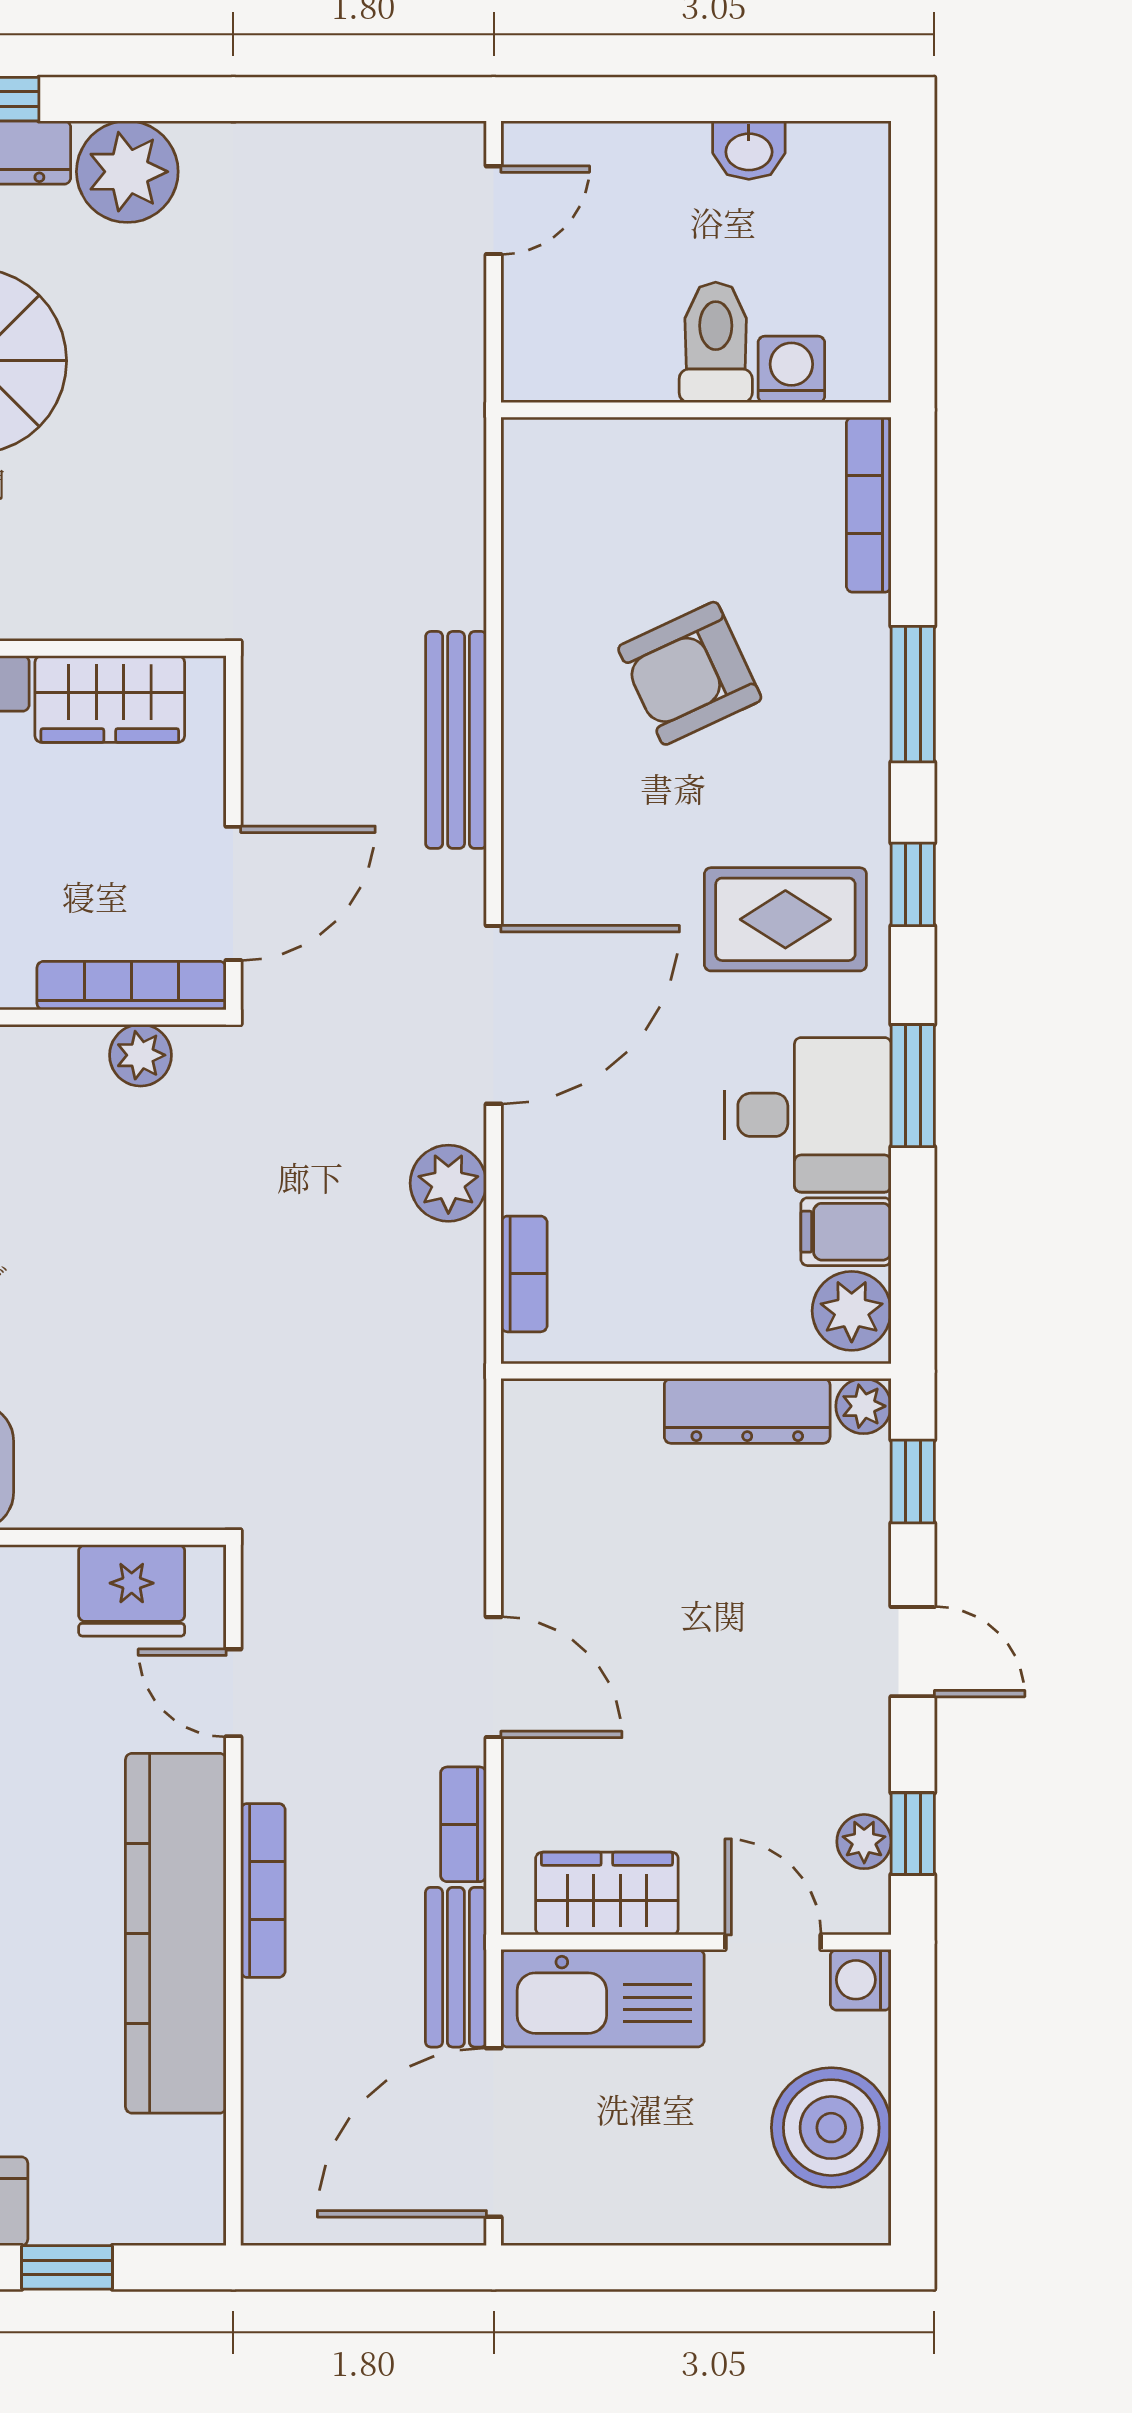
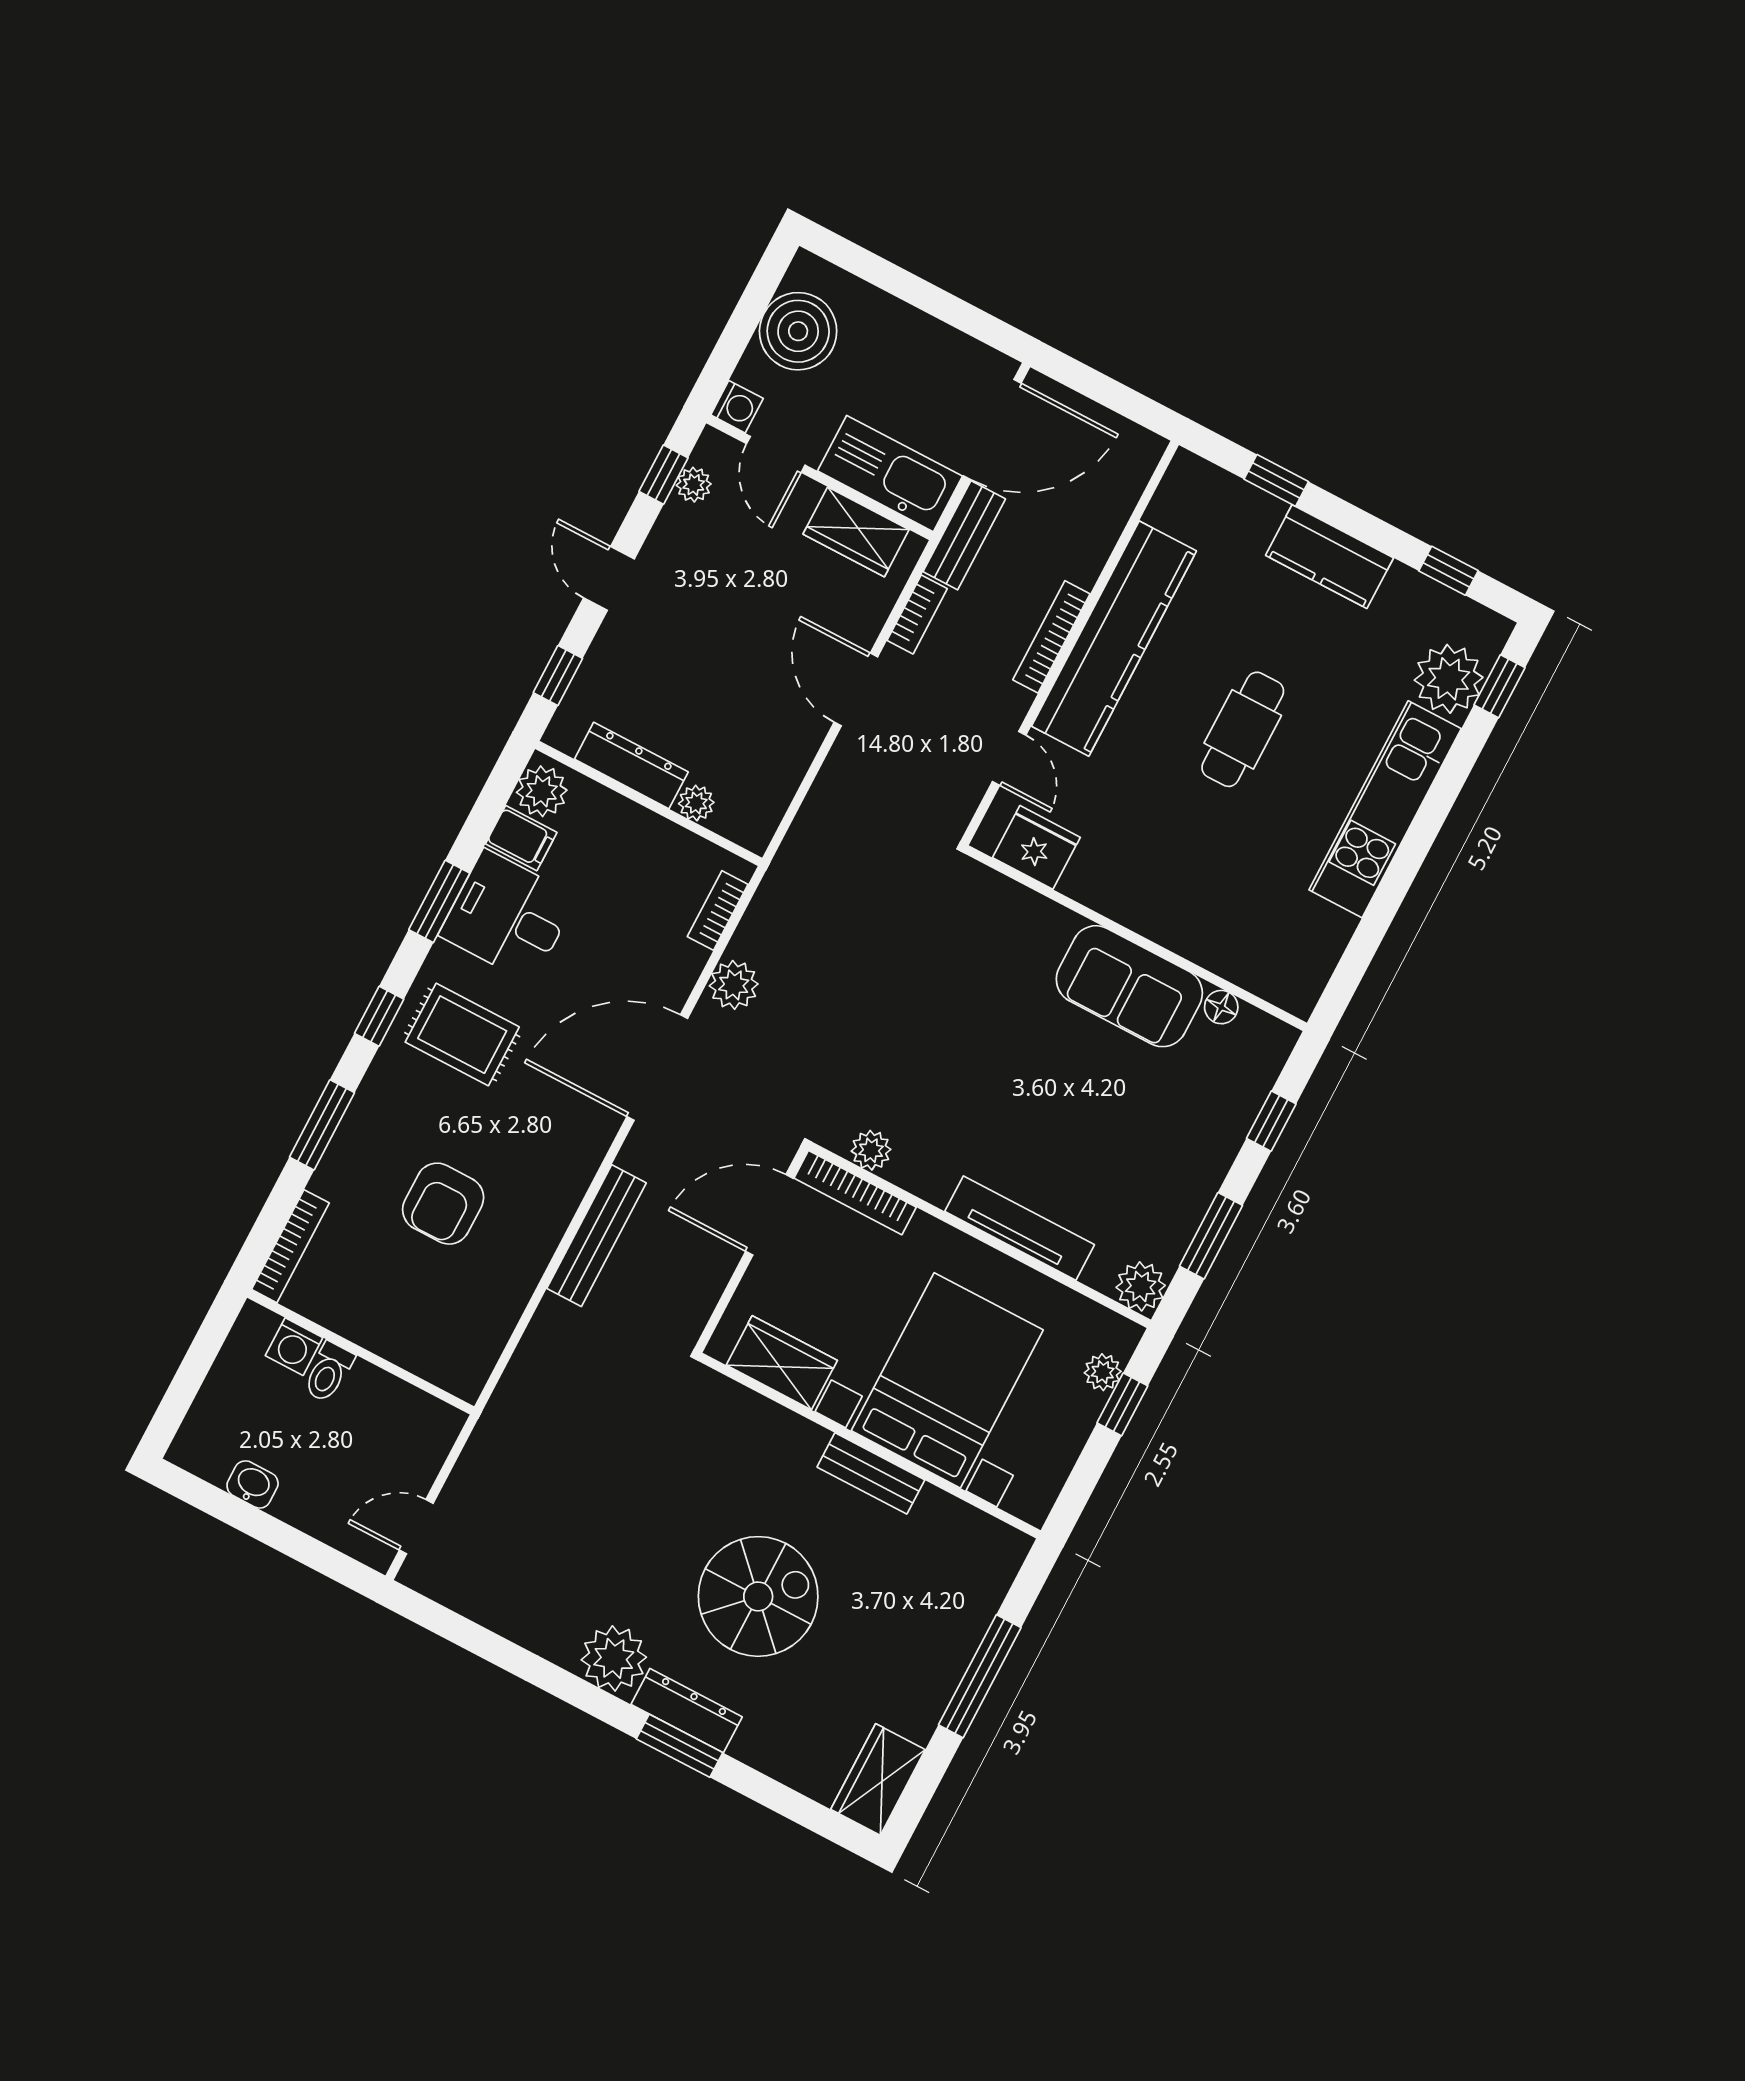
toilet: (716, 342) -> (328, 1372), width x0.73, depth x0.72
armchair: (690, 673) -> (443, 1204), turned 115
plant: (863, 1406) -> (696, 803), moved

